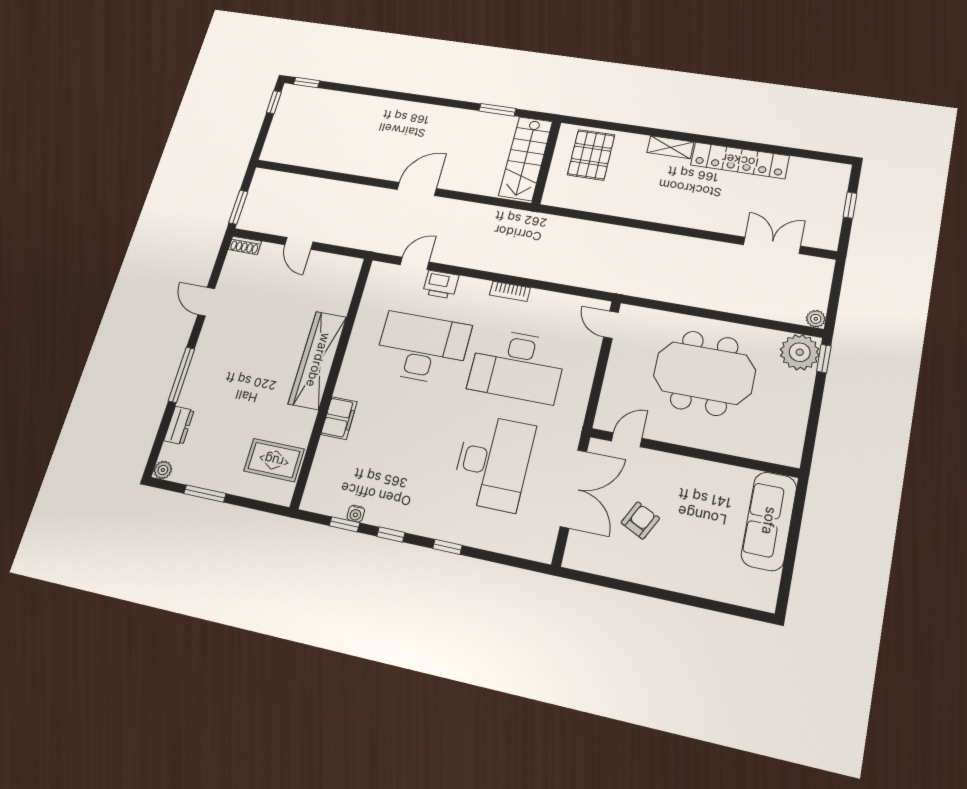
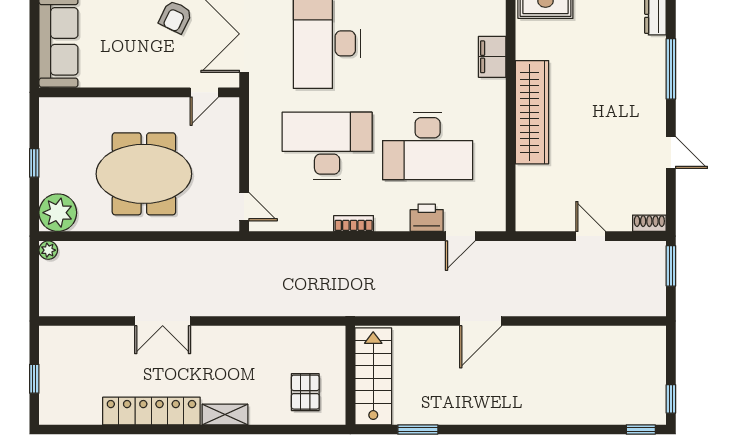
pallet: (591, 155) -> (305, 392), width x0.67, depth x0.71
double door: (772, 245) -> (163, 321), moved
window: (824, 359) -> (34, 163), moved

